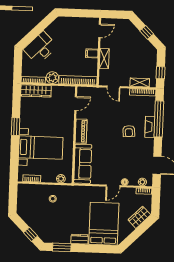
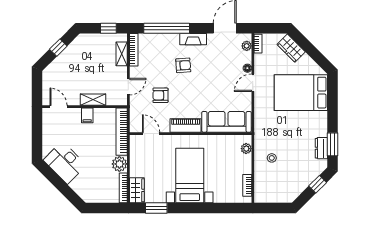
desk: (40, 48) -> (65, 163), moved
wardrobe: (36, 91) -> (137, 190), width x0.67
armchair: (106, 112) -> (160, 95), added
window: (16, 127) -> (156, 208), moved
fireplace: (150, 127) -> (193, 39), moved
bed with nightstands: (41, 148) -> (190, 175), moved
door: (113, 186) -> (253, 83), swing flipped
dresser: (80, 239) -> (321, 148), moved

